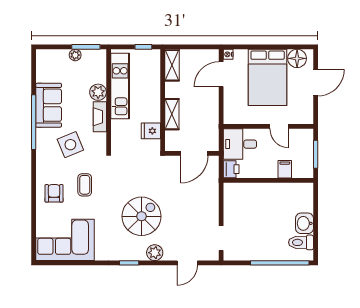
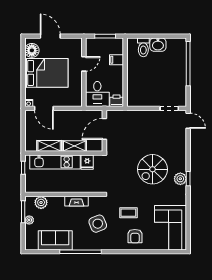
shelving: (172, 65) -> (49, 146), moved
kitchen unit: (120, 86) -> (55, 162), moved, turned 180
plant: (98, 92) -> (41, 202), moved
sofa: (49, 105) -> (55, 240), moved
door: (194, 153) -> (104, 129), swing flipped
armchair: (54, 193) -> (135, 236), turned -90
spiral stairs: (142, 216) -> (152, 169), turned -90
toilet: (301, 242) -> (143, 47), moved
plant: (155, 253) -> (180, 179), moved
door: (187, 263) -> (188, 121), moved

